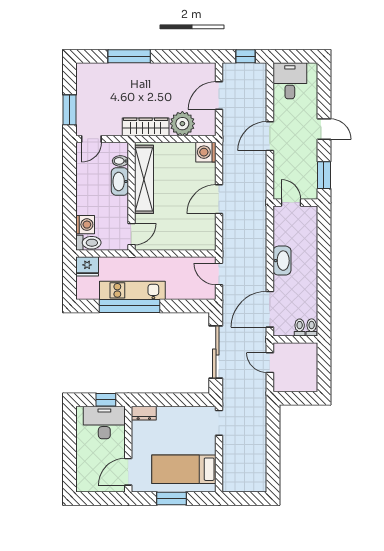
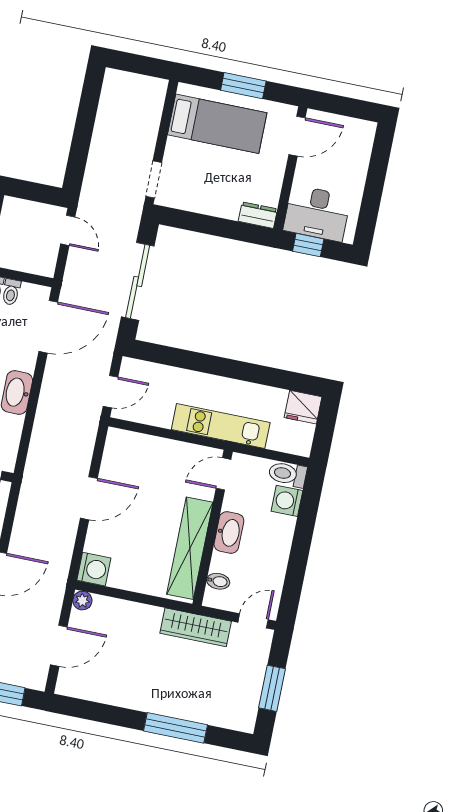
window: (69, 110) -> (272, 688), moved
plant: (182, 124) -> (82, 601), moved, width x0.53, depth x0.53
wardrobe: (146, 127) -> (196, 627), moved
washbasin: (120, 181) -> (229, 532), moved
fridge: (87, 266) -> (303, 407), moved, turned 180
door: (219, 274) -> (111, 392), hinge flipped
kitchen unit: (132, 290) -> (221, 426), moved, turned 180
window: (129, 306) -> (247, 372), removed
door: (270, 363) -> (68, 230), moved

